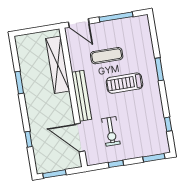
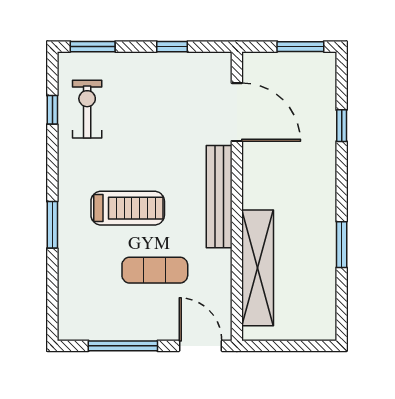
exercise bike: (111, 131) -> (87, 109), moved

